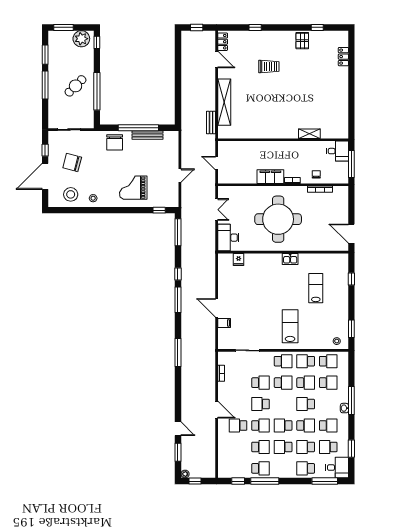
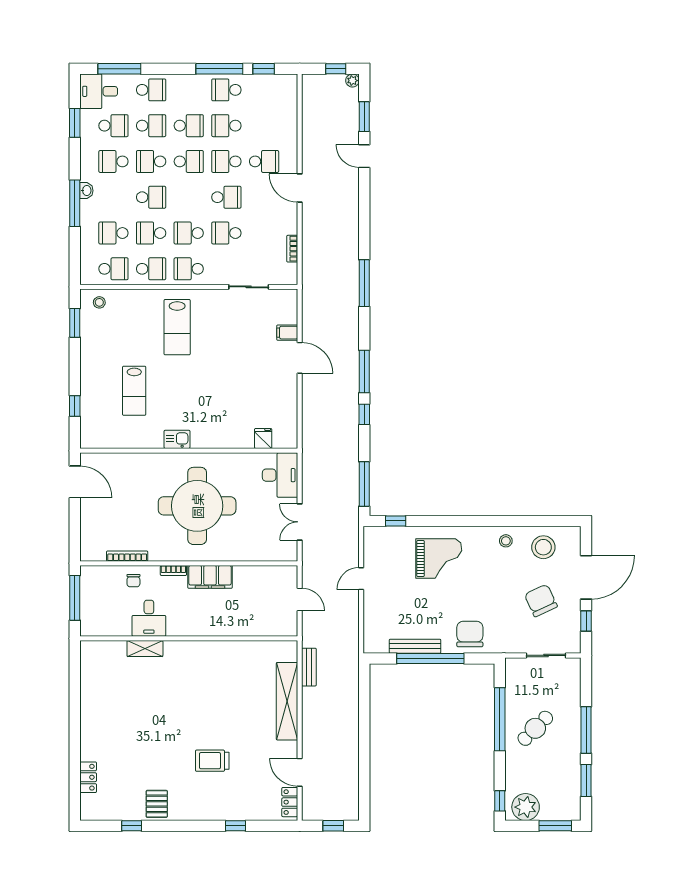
desk: (337, 151) -> (149, 618), moved, turned -90
chair: (72, 162) -> (541, 600), turned -130
school desk: (328, 361) -> (113, 269), turned 180

